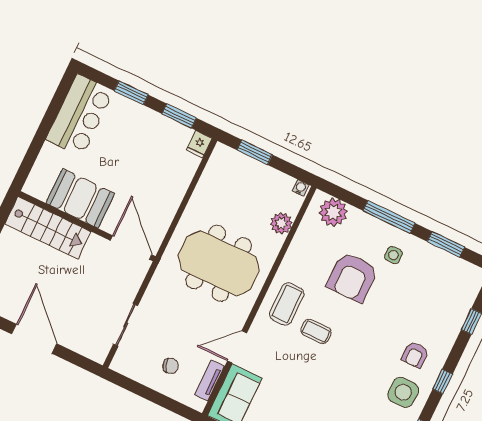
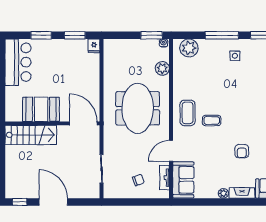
window: (255, 152) -> (152, 35), moved
meeting table: (219, 263) -> (138, 108), turned 90
armchair: (352, 277) -> (242, 151), moved, width x0.53, depth x0.53

